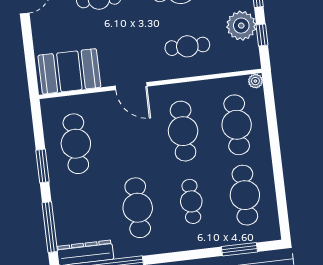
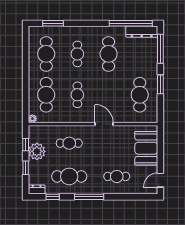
booth: (69, 71) -> (146, 148), moved, turned 90
cafe table: (183, 131) -> (77, 95), width x0.73, depth x0.74

